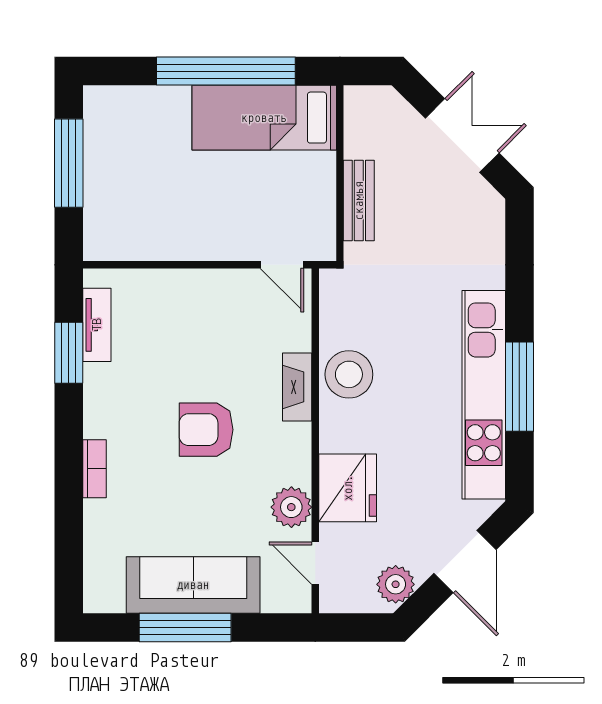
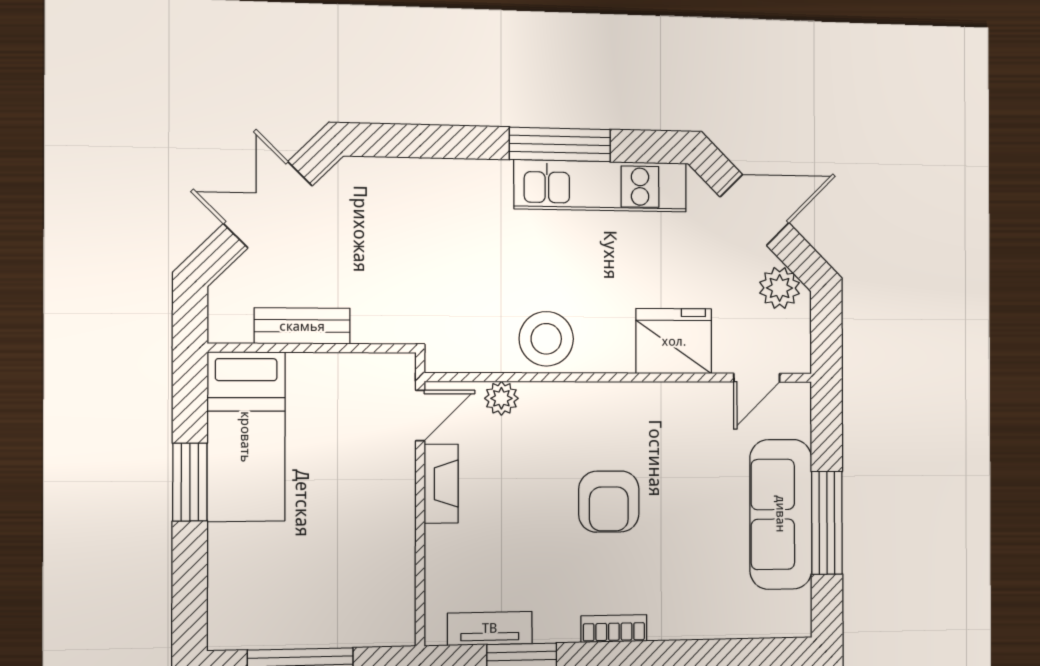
window: (226, 71) -> (190, 482), width x0.47
bench: (359, 201) -> (302, 326), moved
fireplace: (297, 387) -> (441, 484), moved, turned -90
kitchen unit: (484, 395) -> (601, 186), width x0.73
bookcase: (95, 469) -> (614, 629), moved
plant: (291, 507) -> (501, 398), moved, width x0.73, depth x0.73

